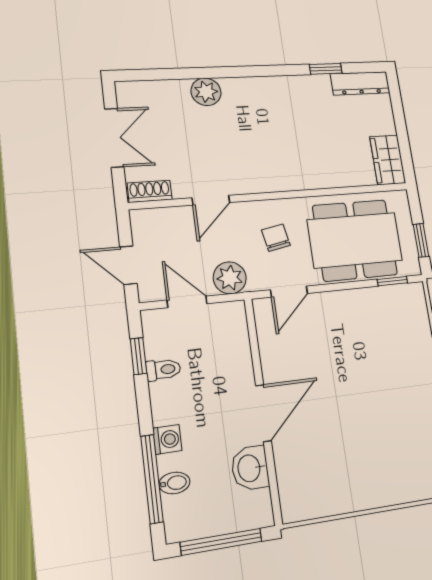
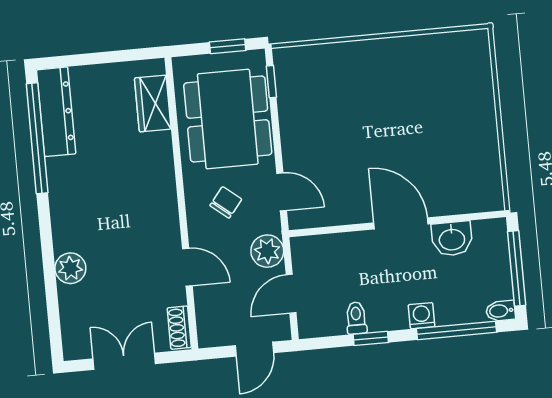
window: (326, 69) -> (37, 138), width x3.17
dresser: (360, 83) -> (56, 112), width x1.37, depth x1.24
wardrobe: (388, 160) -> (153, 103), moved, turned 90
chair: (276, 238) -> (226, 202), turned 140
window: (138, 356) -> (371, 338), moved
bidet: (174, 483) -> (501, 311), moved, turned -90

